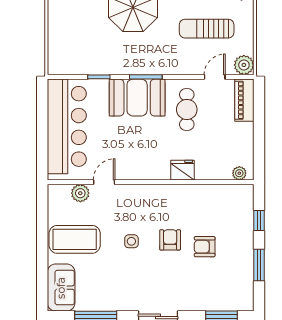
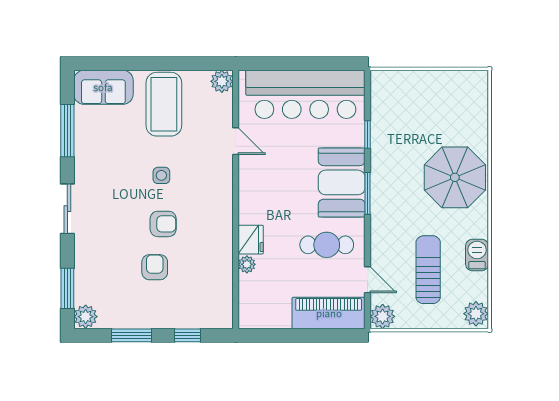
piano: (244, 100) -> (329, 313), width x1.37, depth x1.33
plant: (239, 173) -> (247, 264), moved
plant: (80, 193) -> (222, 81), moved
plant: (244, 302) -> (86, 317), added

